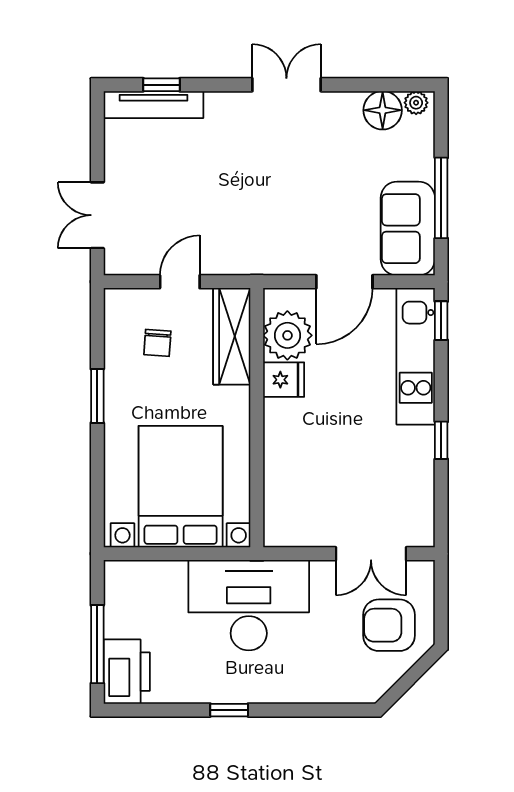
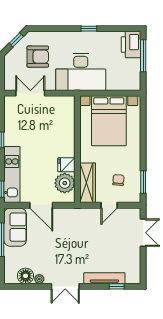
plant: (416, 103) -> (39, 279), moved
tv unit: (153, 105) -> (104, 278), moved
door: (344, 282) -> (41, 205), swing flipped
window: (97, 396) -> (143, 182), moved
armchair: (389, 625) -> (38, 57), moved
window: (405, 683) -> (16, 40), added

